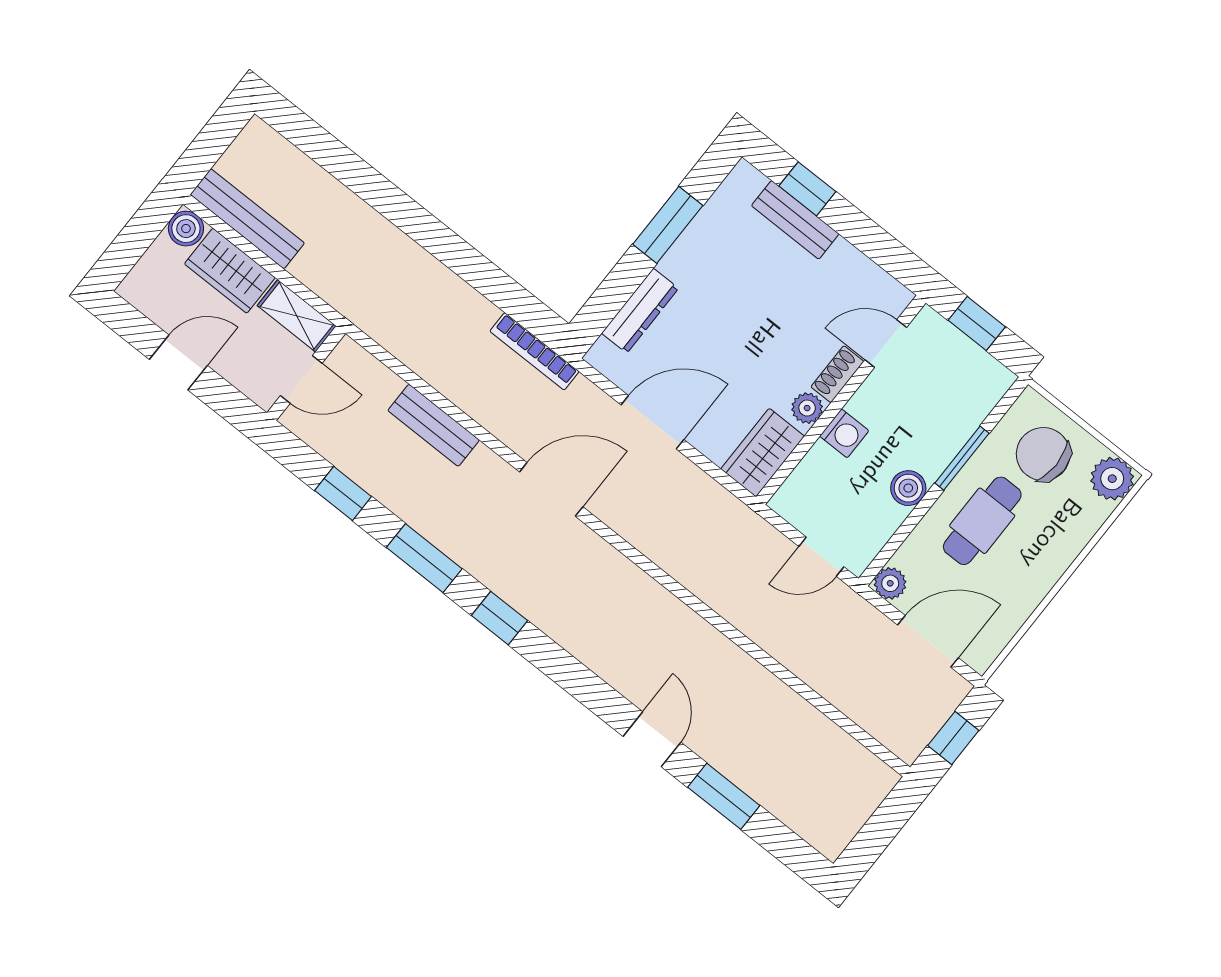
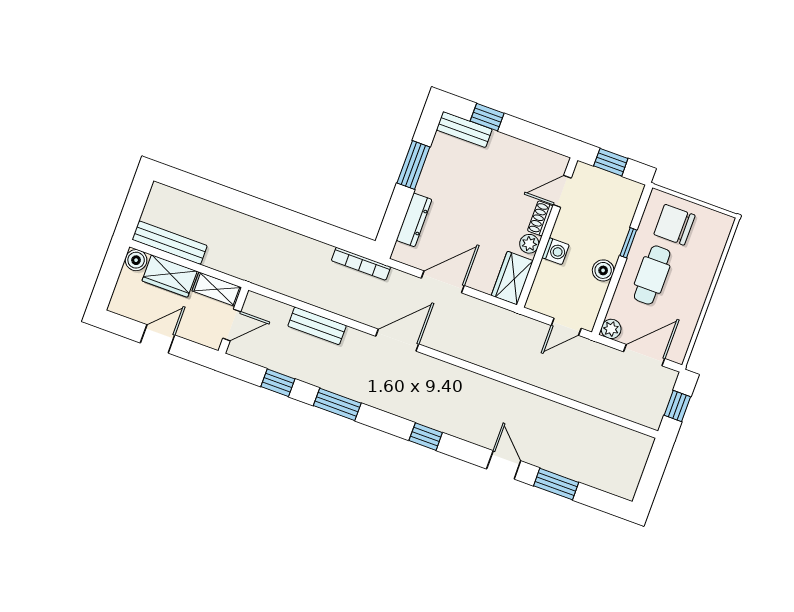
bench: (795, 220) -> (464, 130), moved
window: (962, 458) -> (628, 243), width x0.67
plant: (1112, 479) -> (719, 226), removed
window: (500, 618) -> (426, 437), moved

